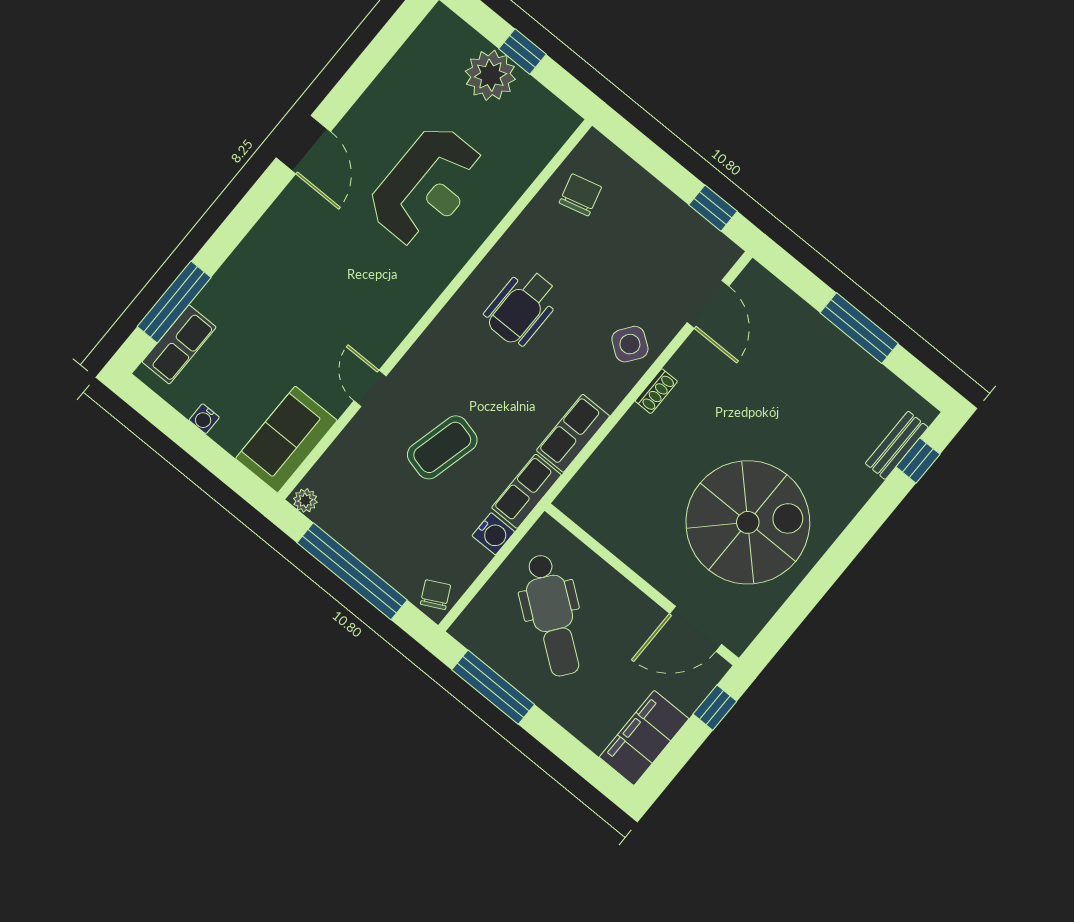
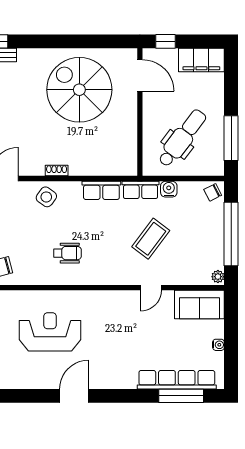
wheelchair: (522, 307) -> (67, 253), width x0.73, depth x0.73
row of seats: (179, 344) -> (177, 380), width x2.02
coffee table: (442, 447) -> (151, 239), turned -67

